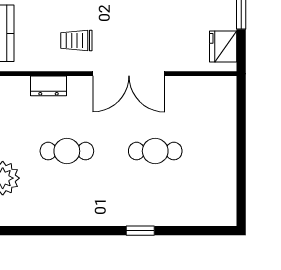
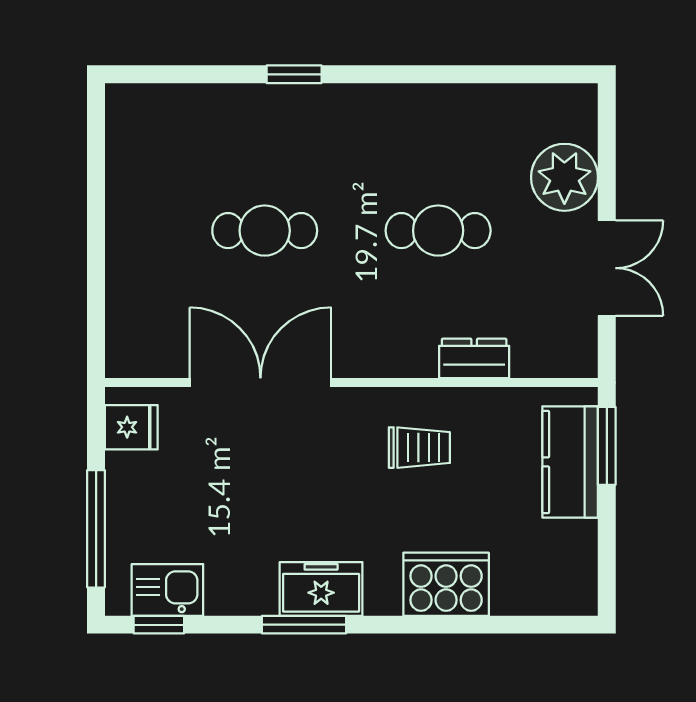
fridge: (223, 47) -> (131, 427), width x0.72
double door: (129, 74) -> (260, 382), moved

